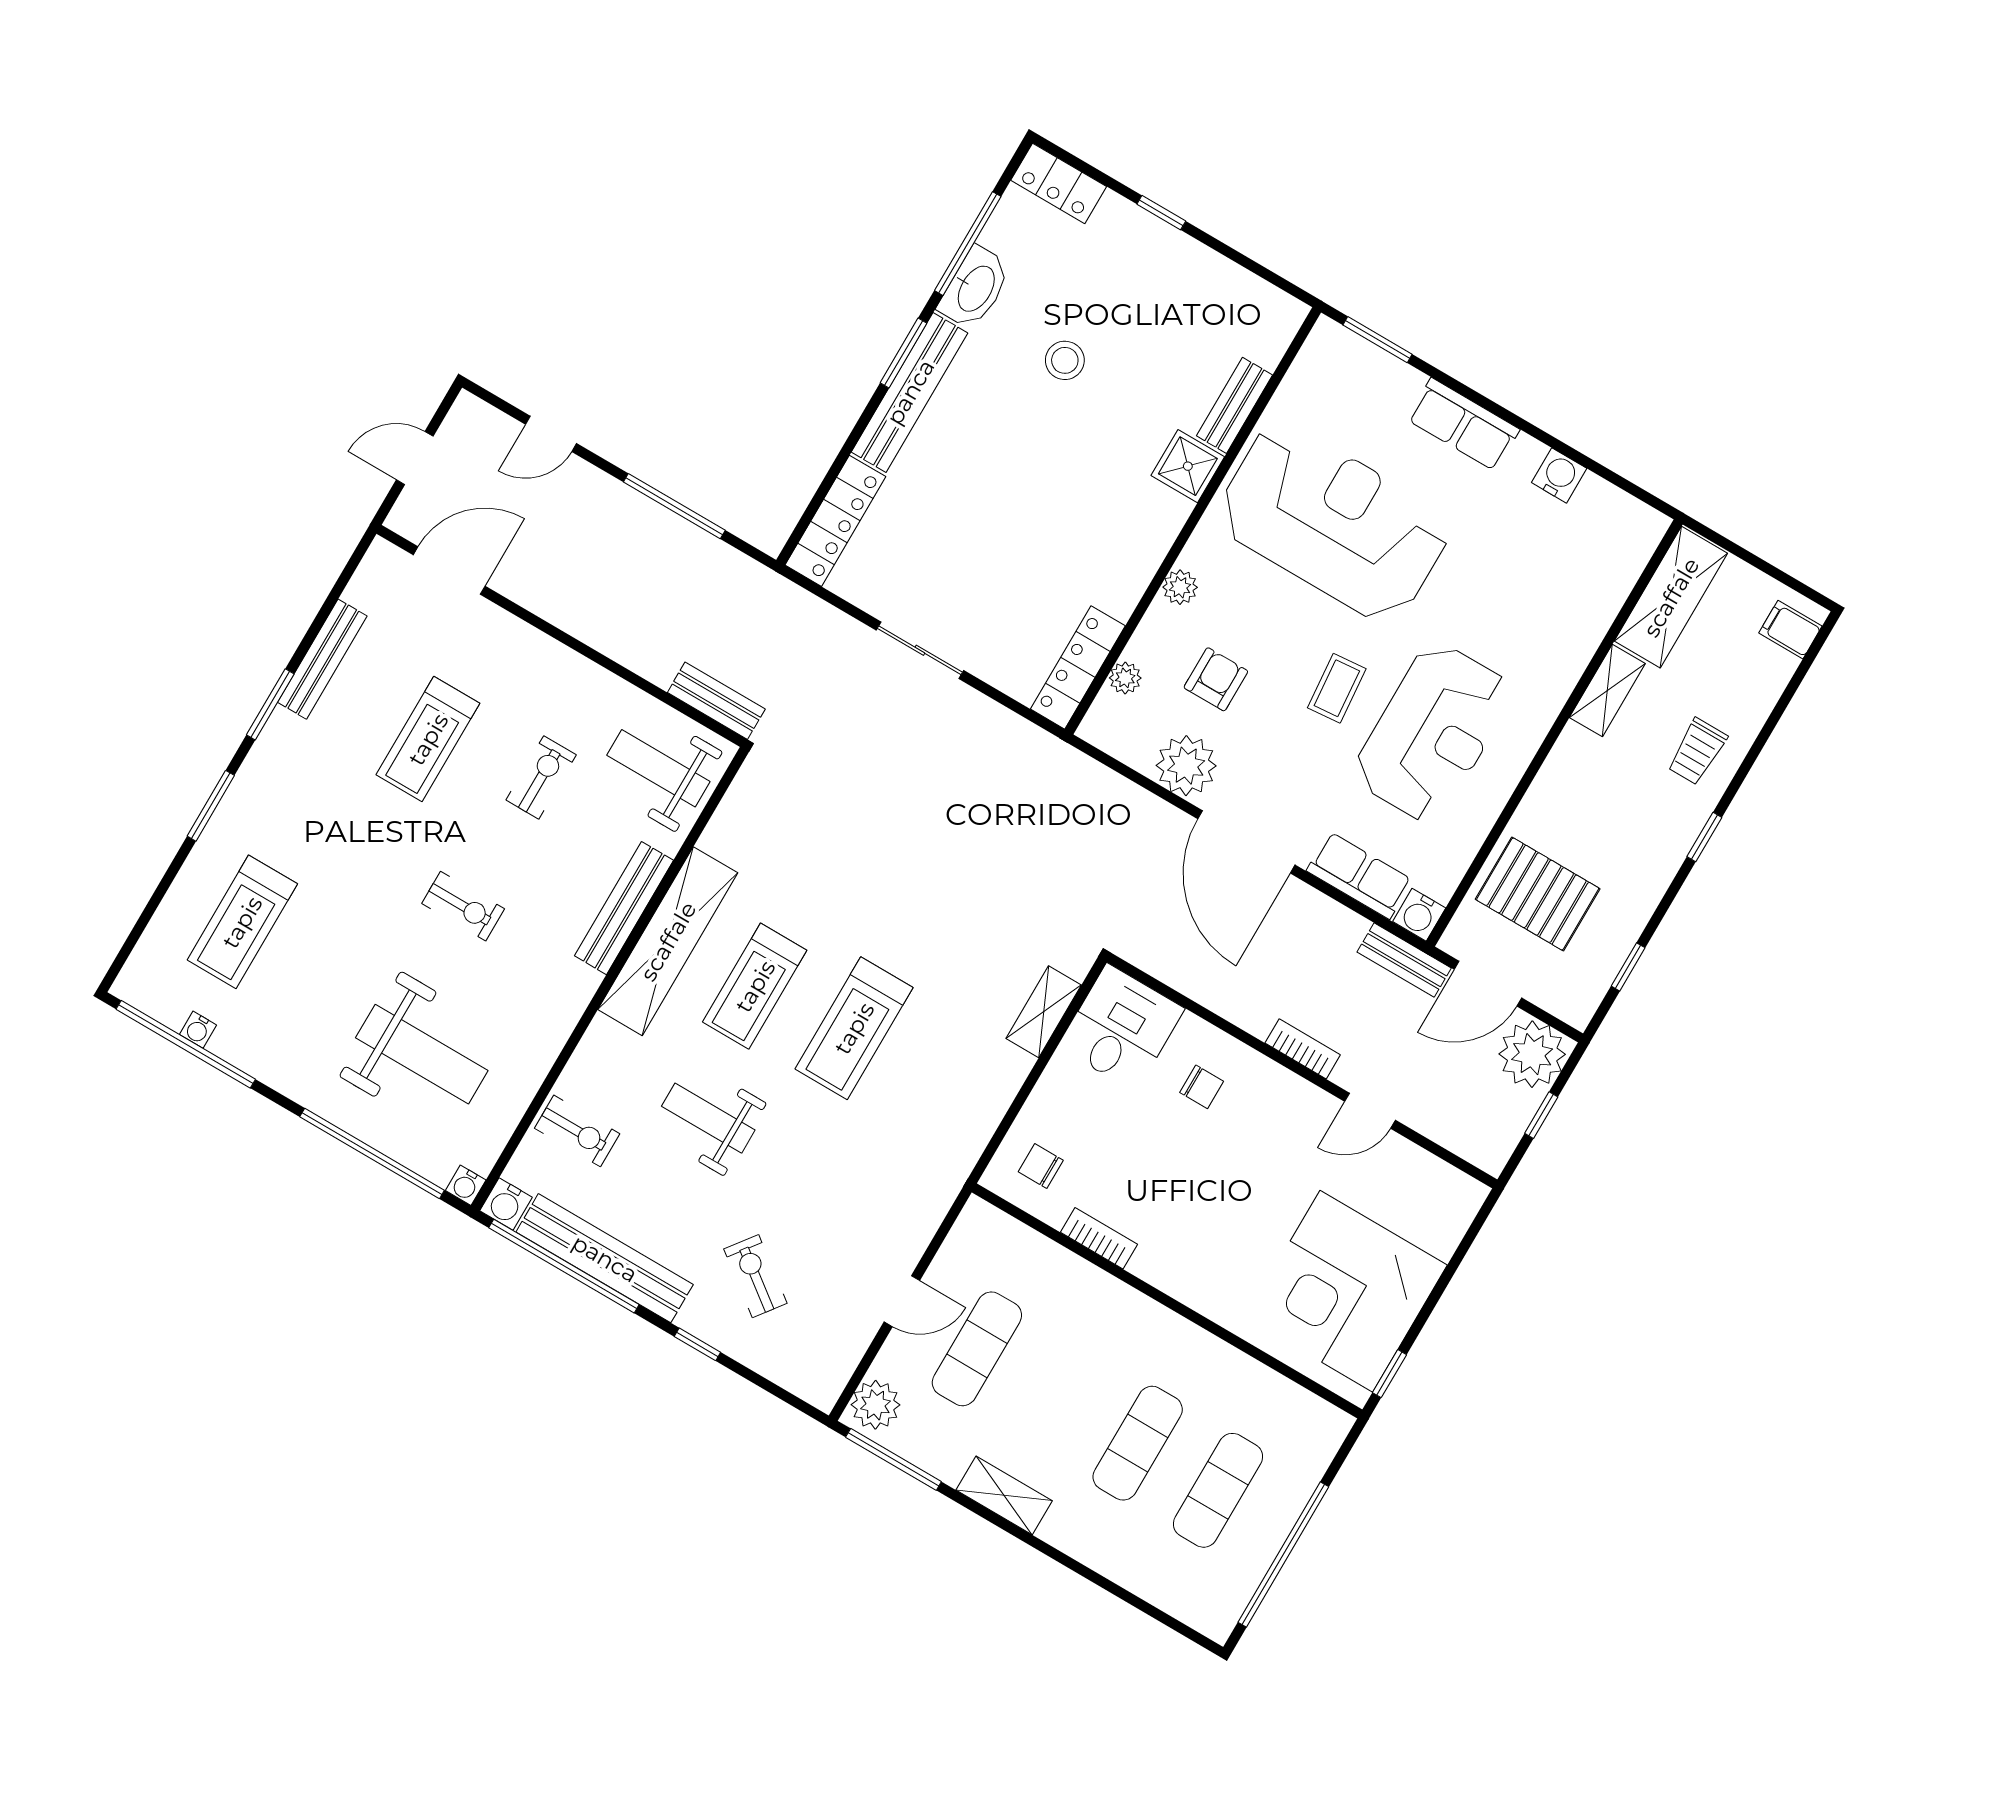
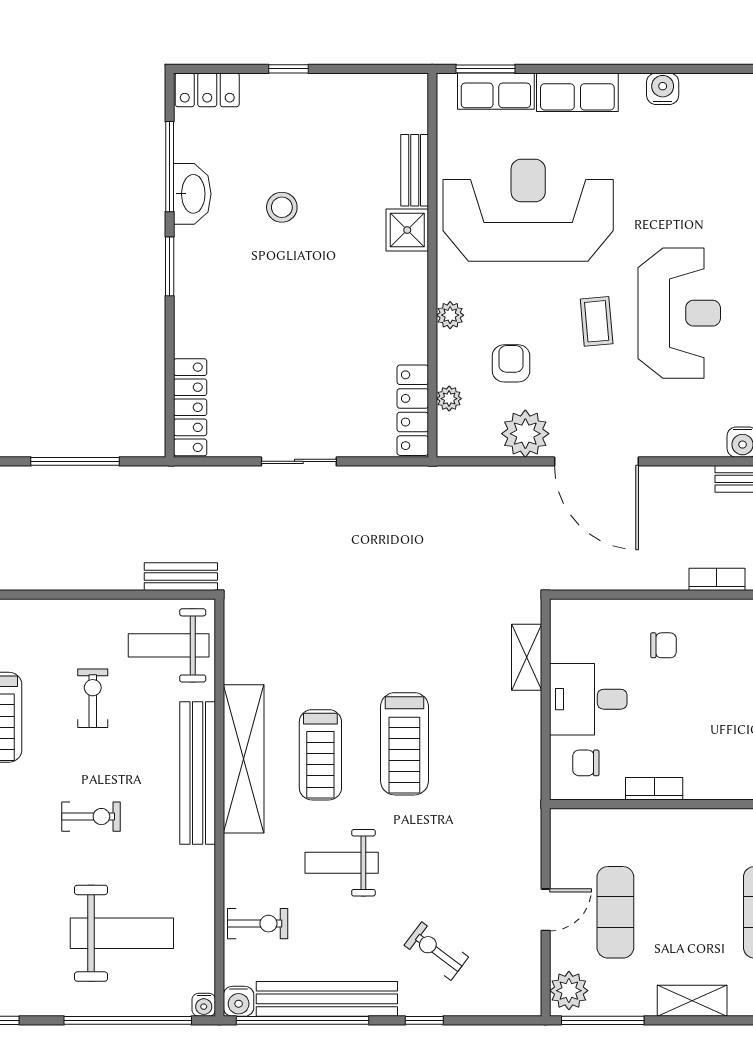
bench: (910, 392) -> (189, 291), removed
row of seats: (1359, 875) -> (496, 91), moved, turned 180
bench: (624, 908) -> (198, 773), width x1.37, depth x1.21
desk: (1121, 1028) -> (588, 699), moved, turned -90

